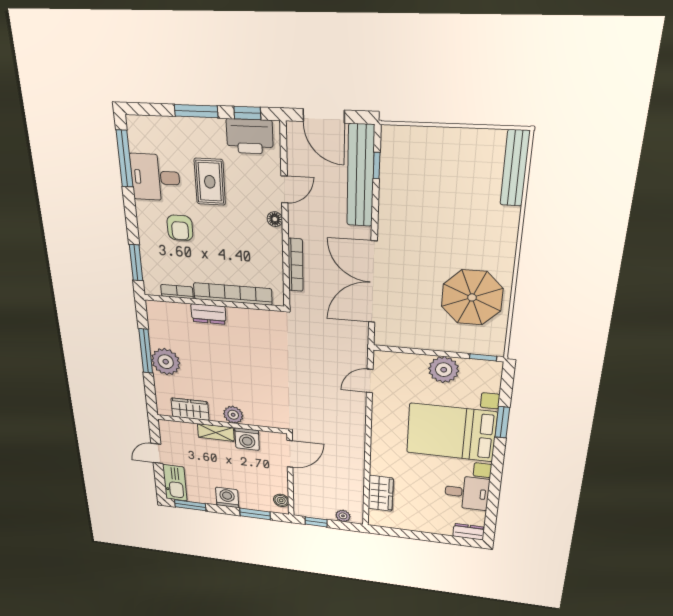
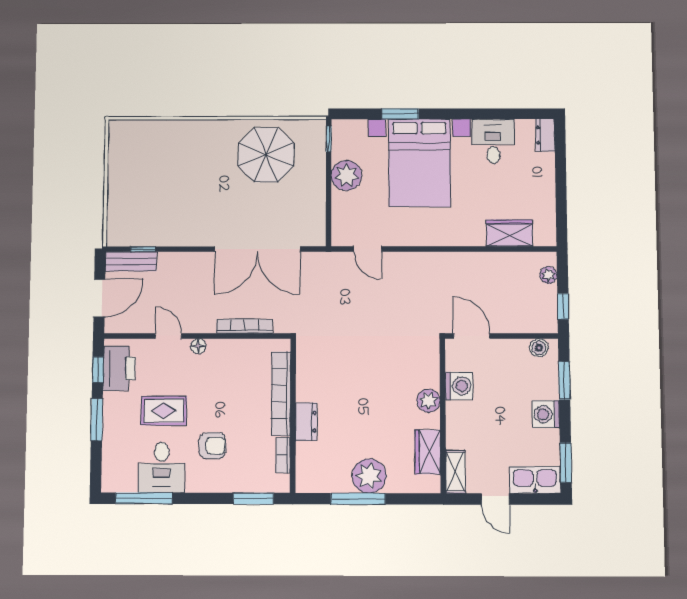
bench: (515, 168) -> (142, 129), removed
bench: (361, 176) -> (131, 261), width x0.54, depth x0.82
shelving: (216, 432) -> (455, 472), moved

